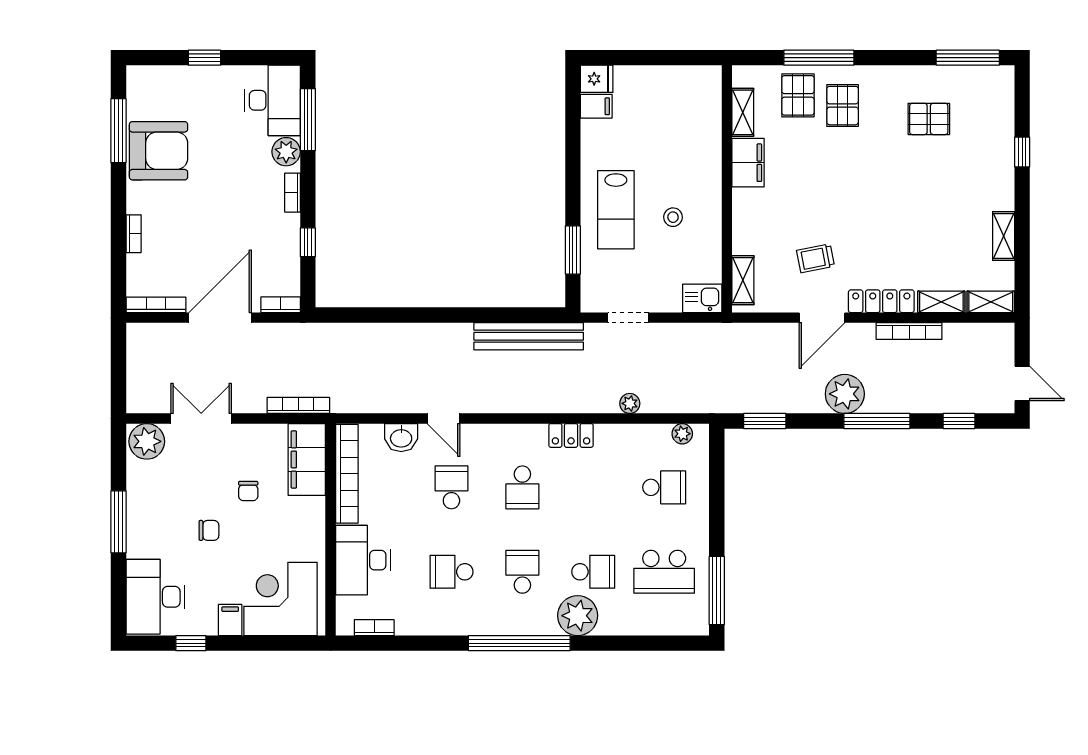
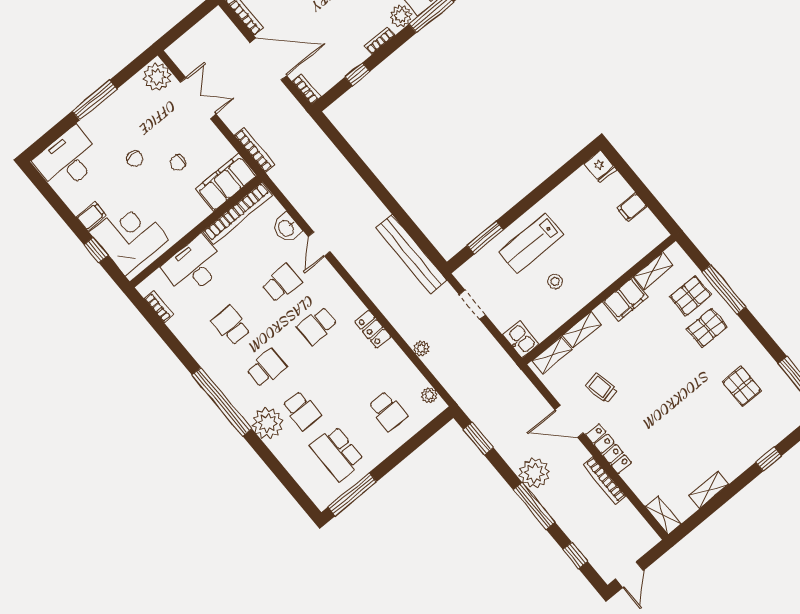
filing cabinet: (596, 106) -> (632, 207), moved, turned 90
shelving: (941, 302) -> (582, 330), moved, turned 90
window: (191, 643) -> (96, 250), moved

